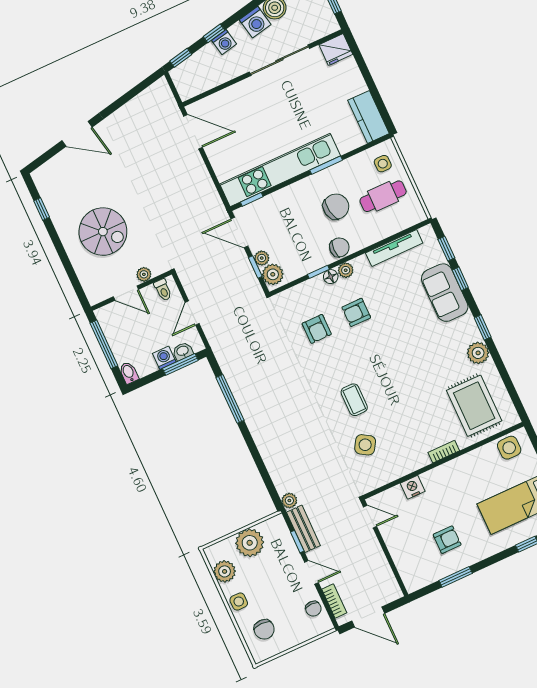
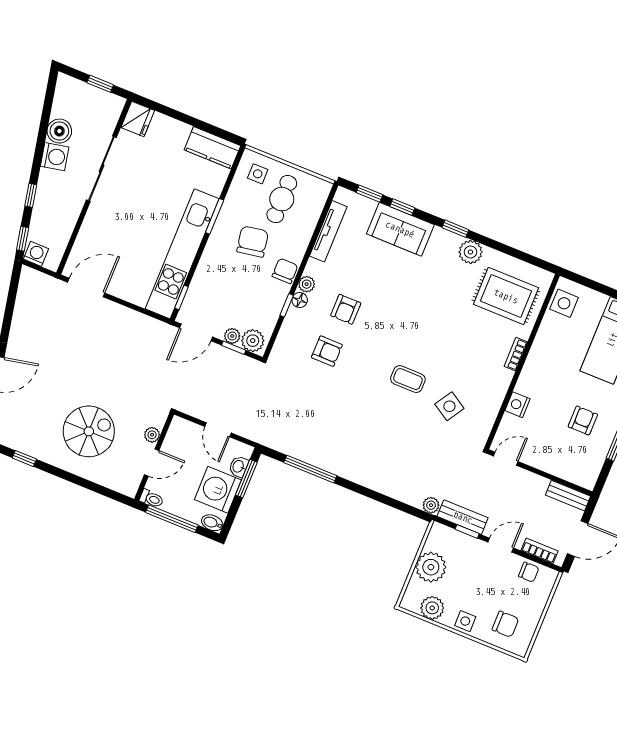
washing machine: (224, 42) -> (36, 254), moved, turned -78
toilet: (163, 290) -> (152, 499), moved
washing machine: (164, 358) -> (218, 490), width x1.89, depth x1.89
bench: (389, 582) -> (568, 496), added

